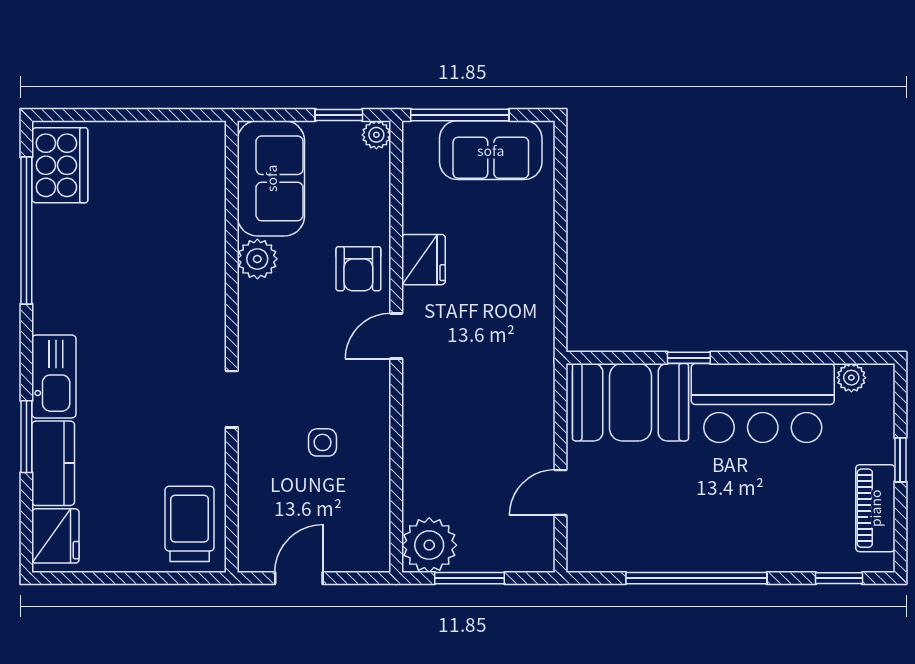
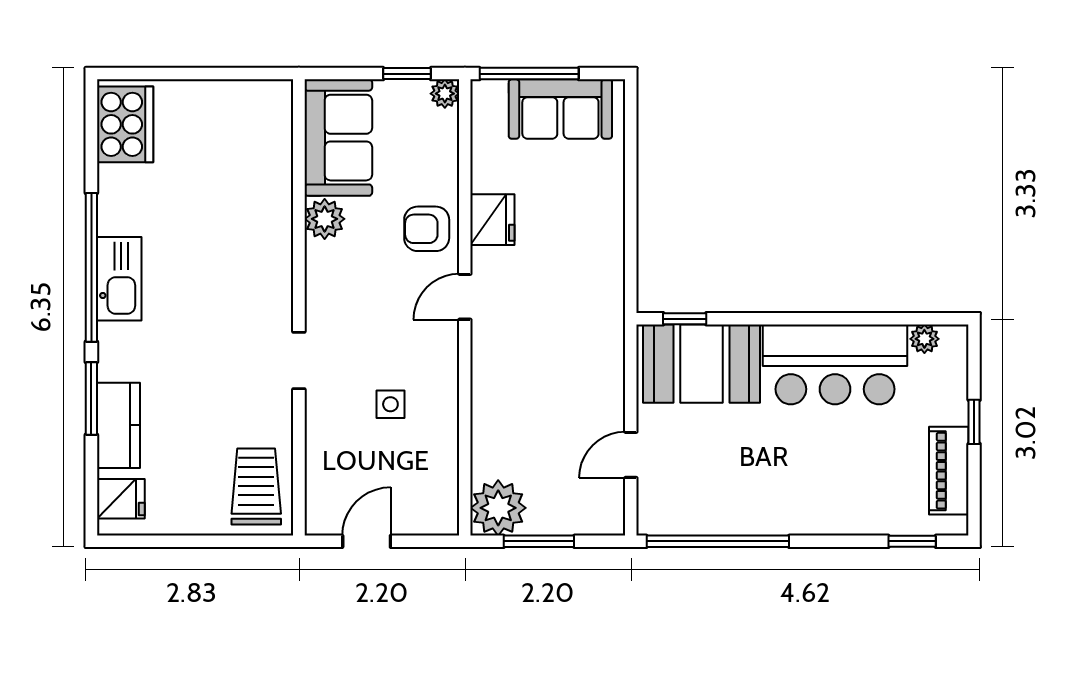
window: (26, 230) -> (91, 267), moved
armchair: (358, 269) -> (427, 229), turned 90
window: (689, 358) -> (685, 319), moved
kitchen sink: (54, 376) -> (119, 279), moved
fridge: (55, 536) -> (121, 499), width x0.72
window: (696, 578) -> (718, 541), moved

